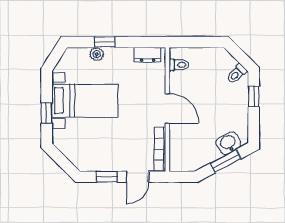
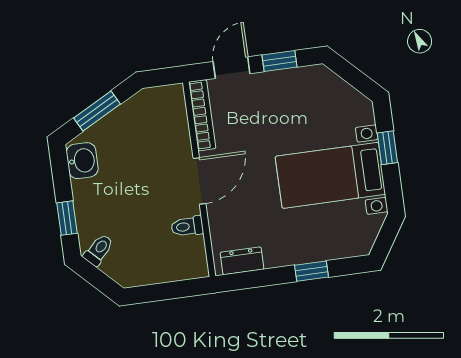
plant: (97, 54) -> (322, 251), removed
toilet: (179, 65) -> (187, 226), moved
door: (167, 108) -> (199, 181), swing flipped
washbasin: (228, 143) -> (82, 161), moved, turned -62

